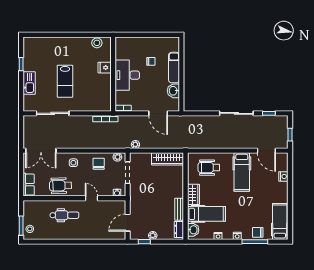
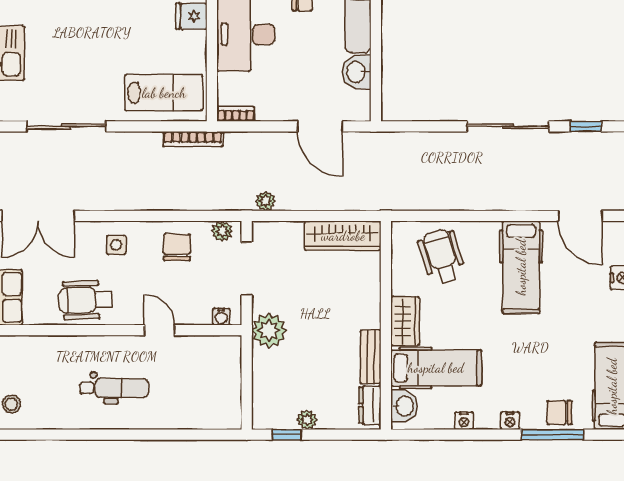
lab bench: (65, 81) -> (164, 93), moved, turned -90
wheelchair: (209, 168) -> (442, 257), turned 73
plant: (137, 198) -> (269, 330), added
dental chair: (64, 215) -> (114, 388), moved
door: (128, 223) -> (247, 389), removed

